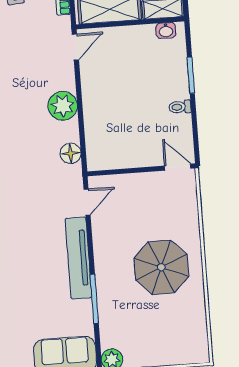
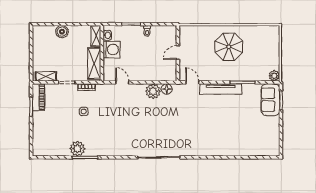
washing machine: (139, 41) -> (112, 50), added
door: (75, 47) -> (122, 82), moved
plant: (63, 106) -> (153, 91), moved
door: (178, 167) -> (178, 53), moved

